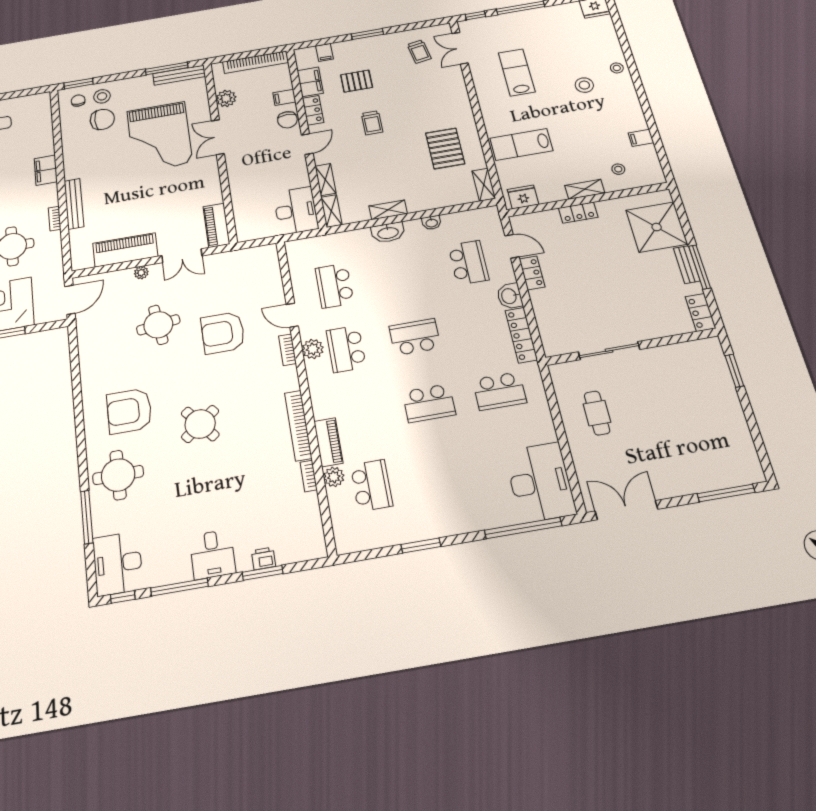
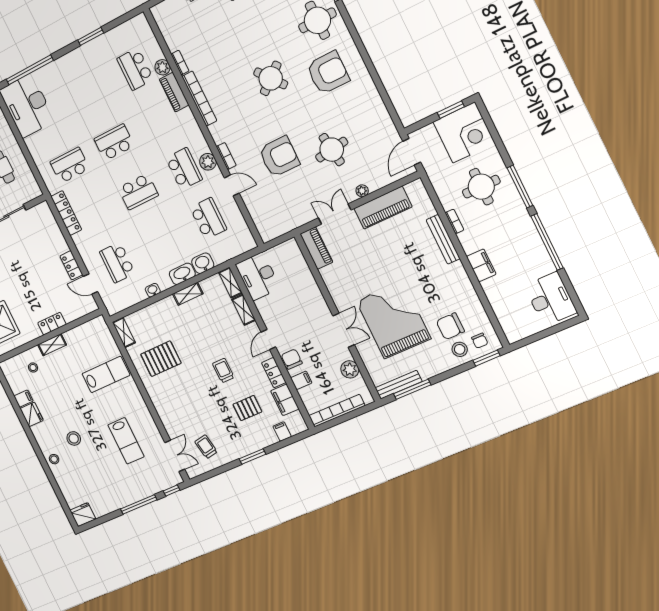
pallet: (445, 148) -> (161, 359), turned 90
fridge: (523, 197) -> (32, 414), moved, turned -90
washbasin: (510, 296) -> (203, 263), moved, turned -90

